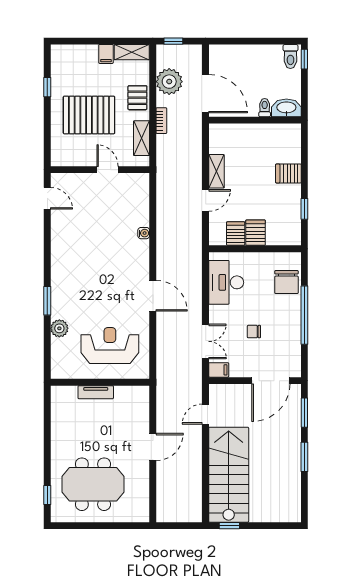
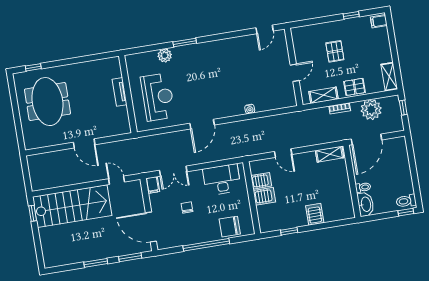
filing cabinet: (106, 54) -> (379, 21), moved
pallet: (89, 115) -> (335, 51), width x0.49, depth x0.50
shelving: (216, 171) -> (330, 154), moved

